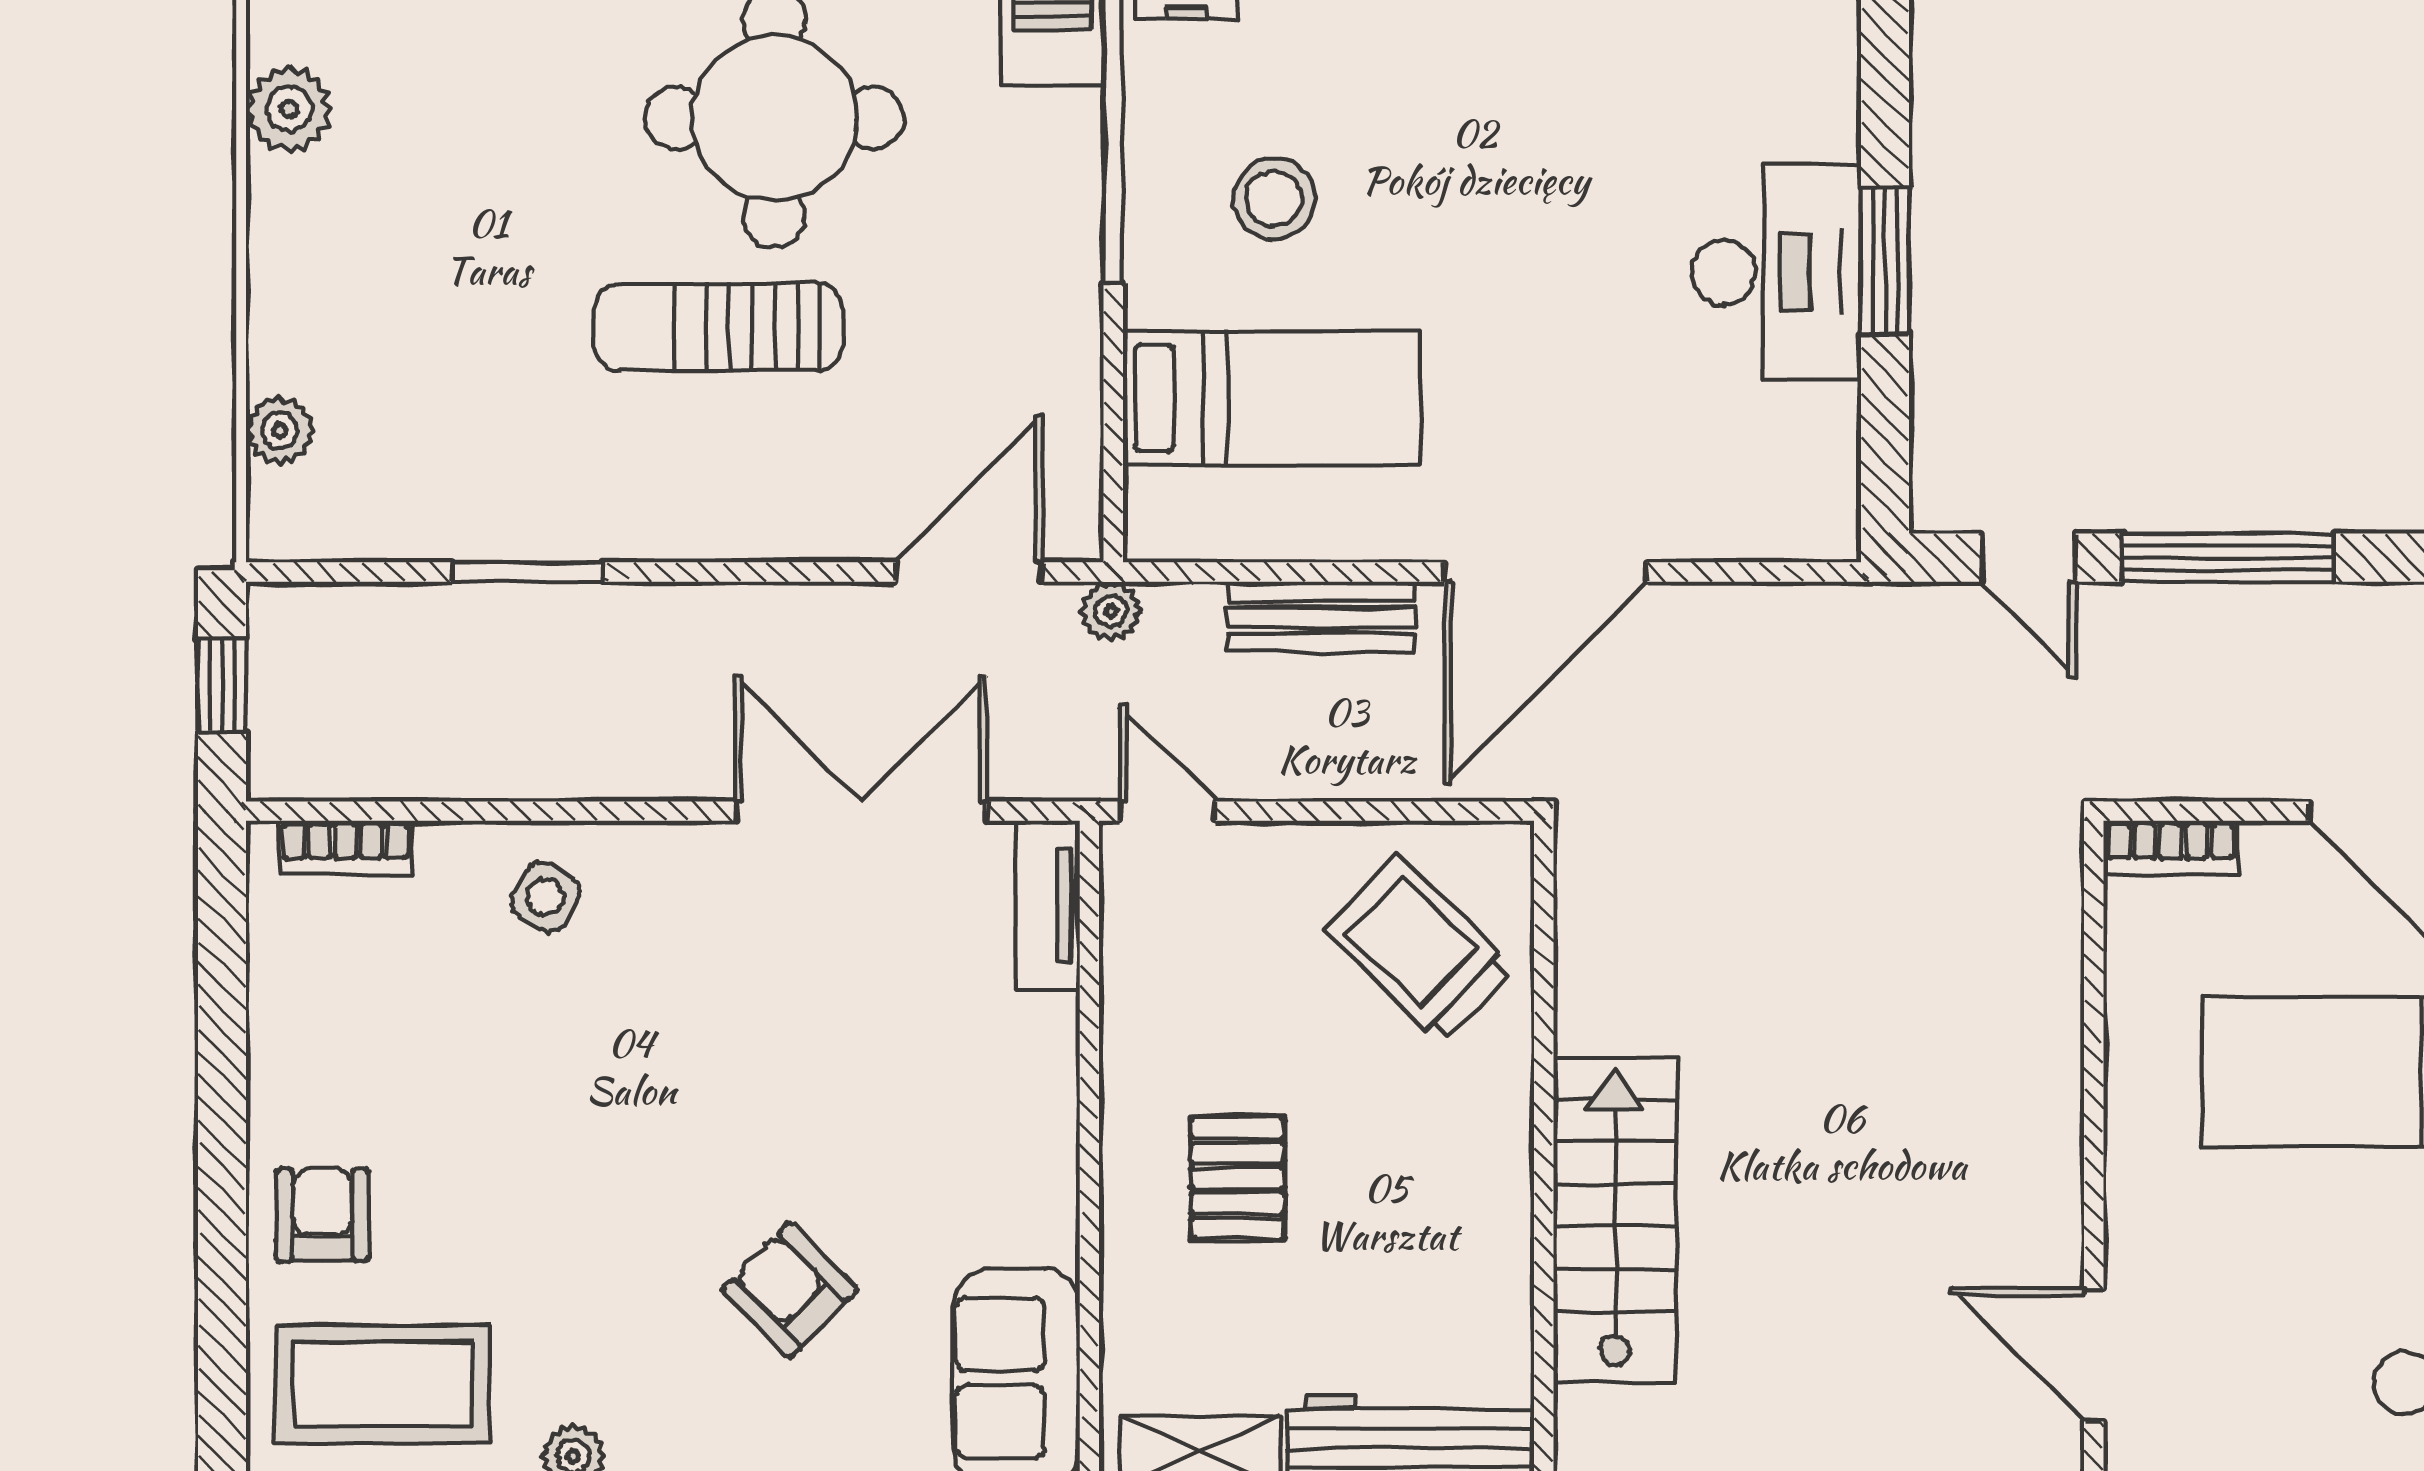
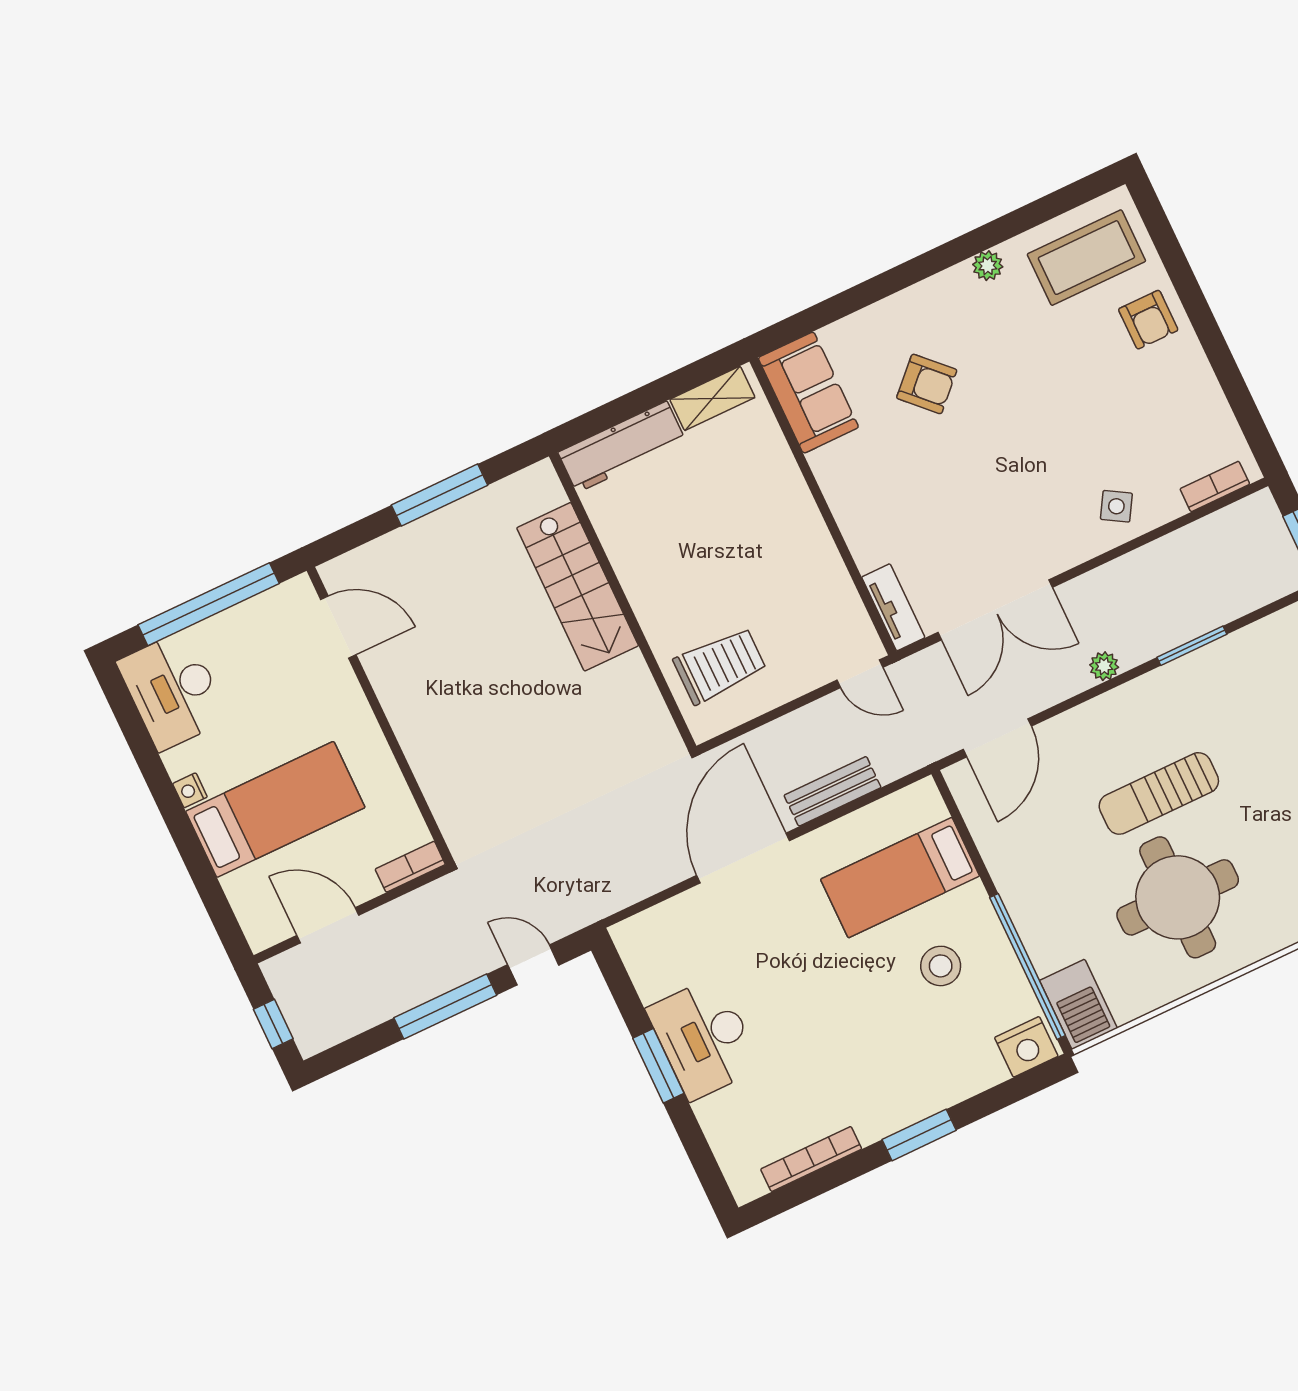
sun lounger: (718, 327) -> (1159, 793), turned 180
plant: (1111, 611) -> (1104, 666), moved
trolley: (1420, 949) -> (720, 665), turned -44
pallet: (1237, 1178) -> (753, 527), removed

